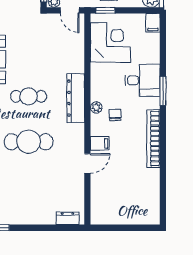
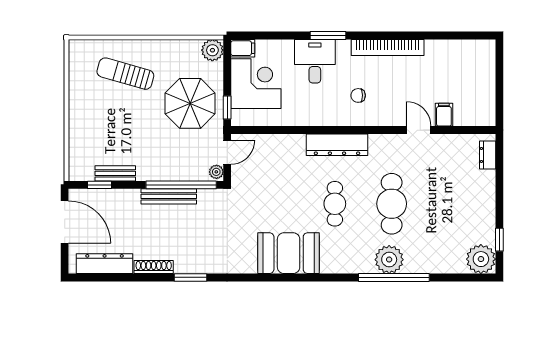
corner desk: (110, 42) -> (256, 84), moved, turned 90
plant: (96, 108) -> (349, 119), removed
filing cabinet: (100, 143) -> (444, 115), moved

